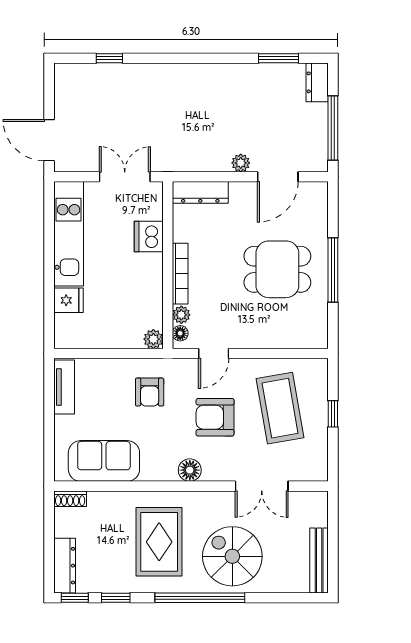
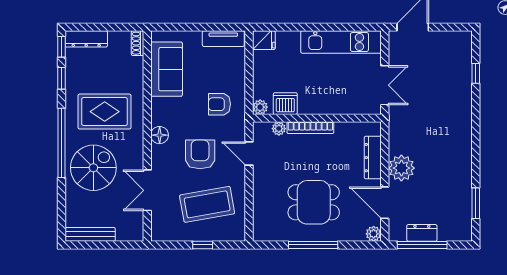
dresser: (317, 82) -> (422, 233), moved
plant: (241, 163) -> (401, 168), width x1.88, depth x1.88
plant: (318, 191) -> (374, 234), added
dresser: (200, 192) -> (373, 158), moved
dishwasher: (149, 236) -> (285, 104), moved
dining table: (277, 269) -> (314, 202), turned 90
fridge: (69, 300) -> (264, 40), moved, turned -90
floor lamp: (180, 333) -> (265, 128), removed

